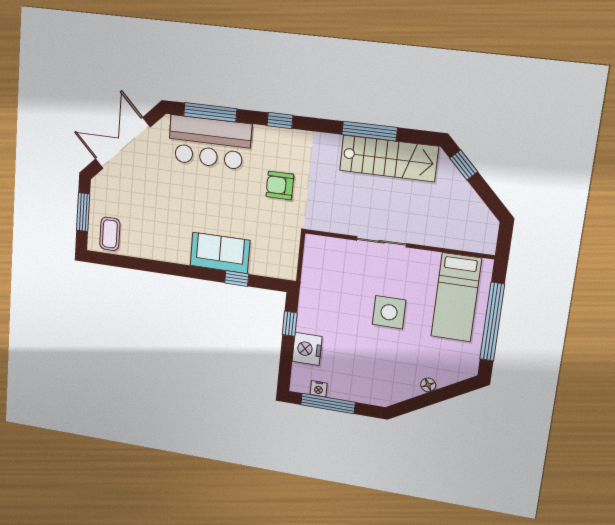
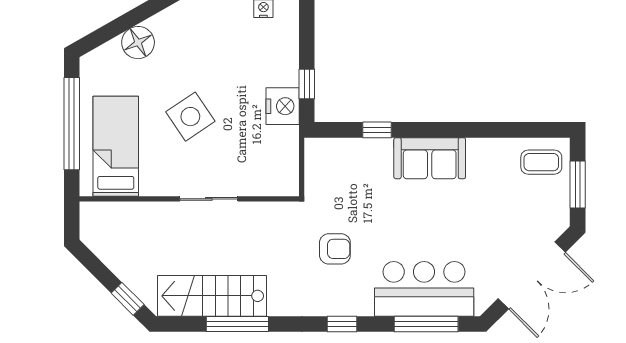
coffee table: (110, 234) -> (541, 162), turned 90
sofa: (220, 253) -> (430, 158), moved
side table: (389, 312) -> (190, 117), turned -34
nightstand: (307, 349) -> (283, 106), moved
floor lamp: (428, 385) -> (138, 43), width x1.89, depth x1.89

